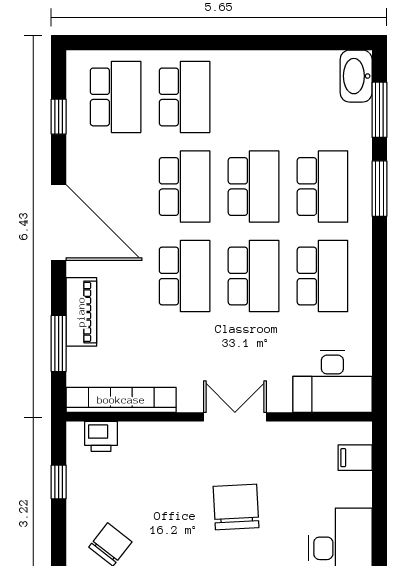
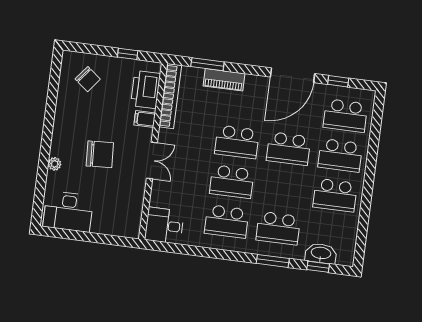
washbasin: (356, 76) -> (321, 253), moved
window: (379, 110) -> (318, 267), width x0.67
school desk: (254, 186) -> (335, 195), moved
door: (59, 223) -> (293, 75), moved
desk: (332, 381) -> (164, 226), width x0.73
printer: (101, 436) -> (145, 90), width x1.87, depth x1.48
filing cabinet: (355, 458) -> (145, 119), moved, turned -90

